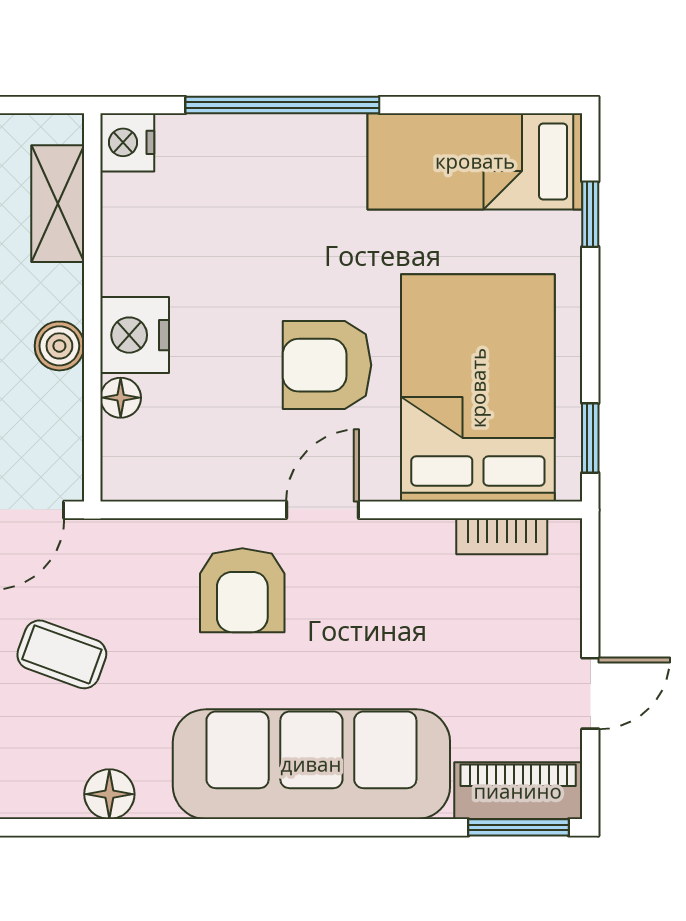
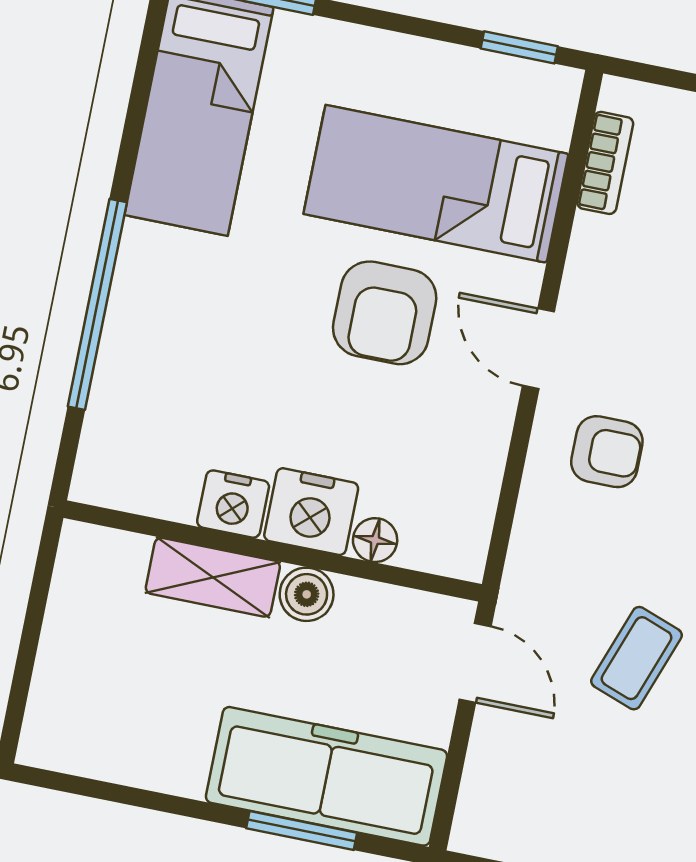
nightstand: (127, 142) -> (233, 504), moved
shelving: (58, 204) -> (213, 577), moved
bed: (478, 388) -> (436, 184), width x0.67
armchair: (242, 590) -> (607, 452), width x0.72, depth x0.72

